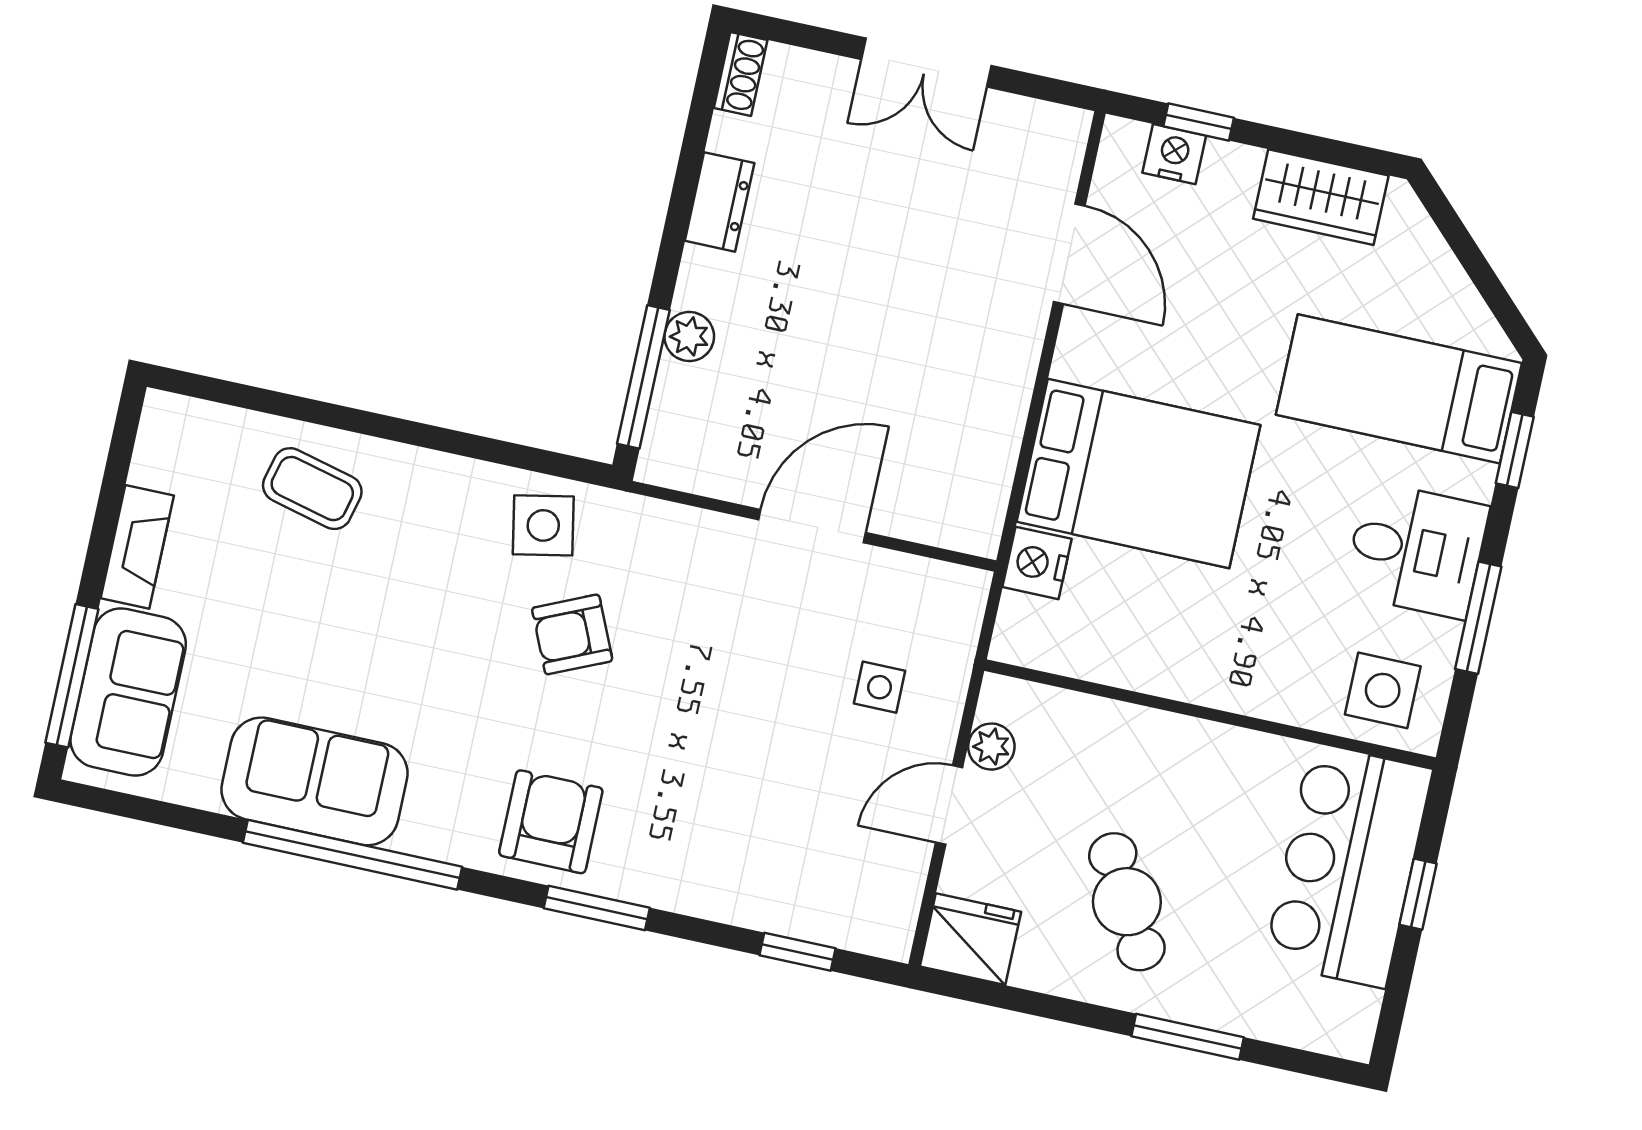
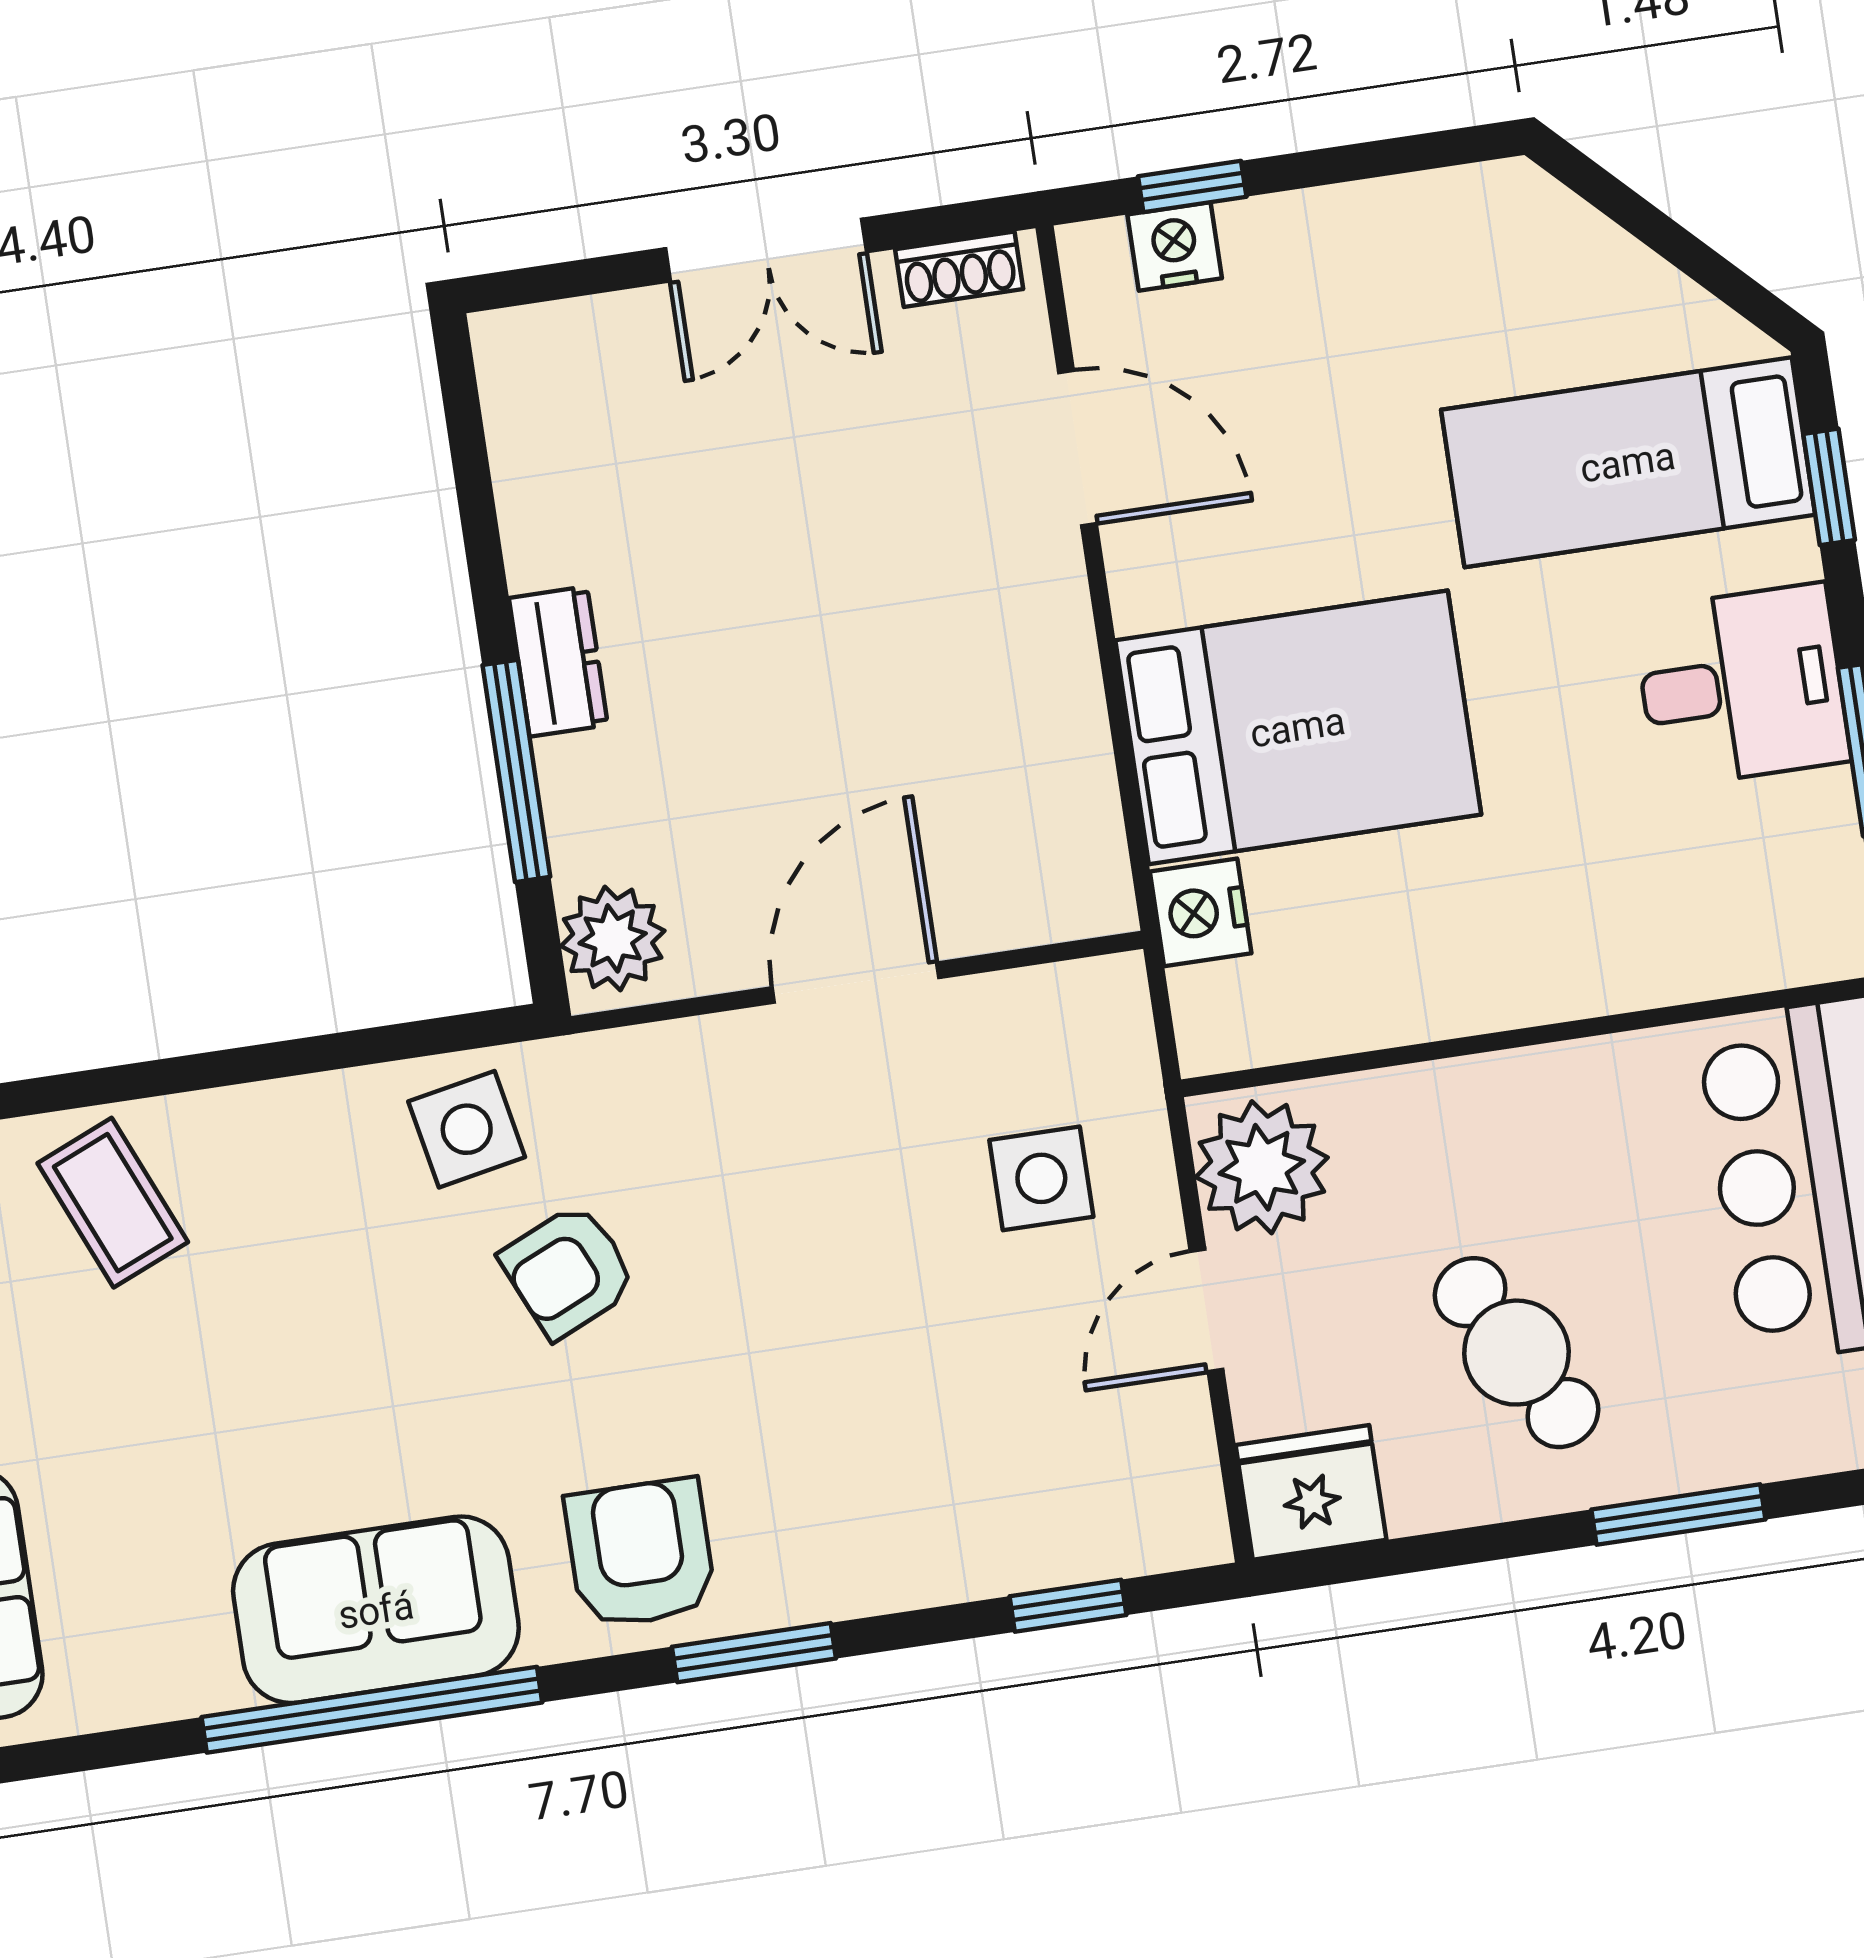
shoe rack: (741, 74) -> (959, 269), moved, turned 90
wardrobe: (1321, 197) -> (1410, 228), removed
dresser: (720, 202) -> (558, 662), moved
plant: (689, 337) -> (613, 938), moved, width x1.38, depth x1.38
window: (643, 377) -> (516, 771), moved
coffee table: (312, 489) -> (113, 1203), turned 53
side table: (879, 687) -> (1041, 1178), width x1.37, depth x1.37
side table: (1383, 690) -> (1770, 907), removed
plant: (991, 747) -> (1262, 1167), width x1.88, depth x1.88
sofa: (314, 781) -> (376, 1610), moved

